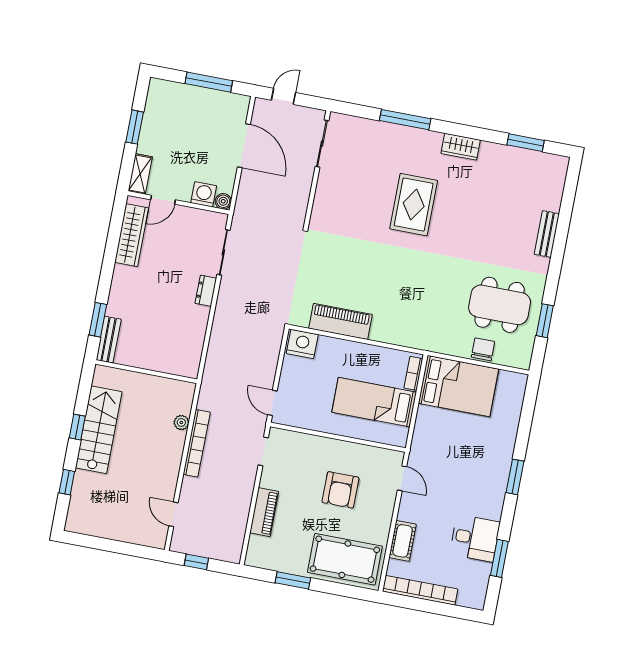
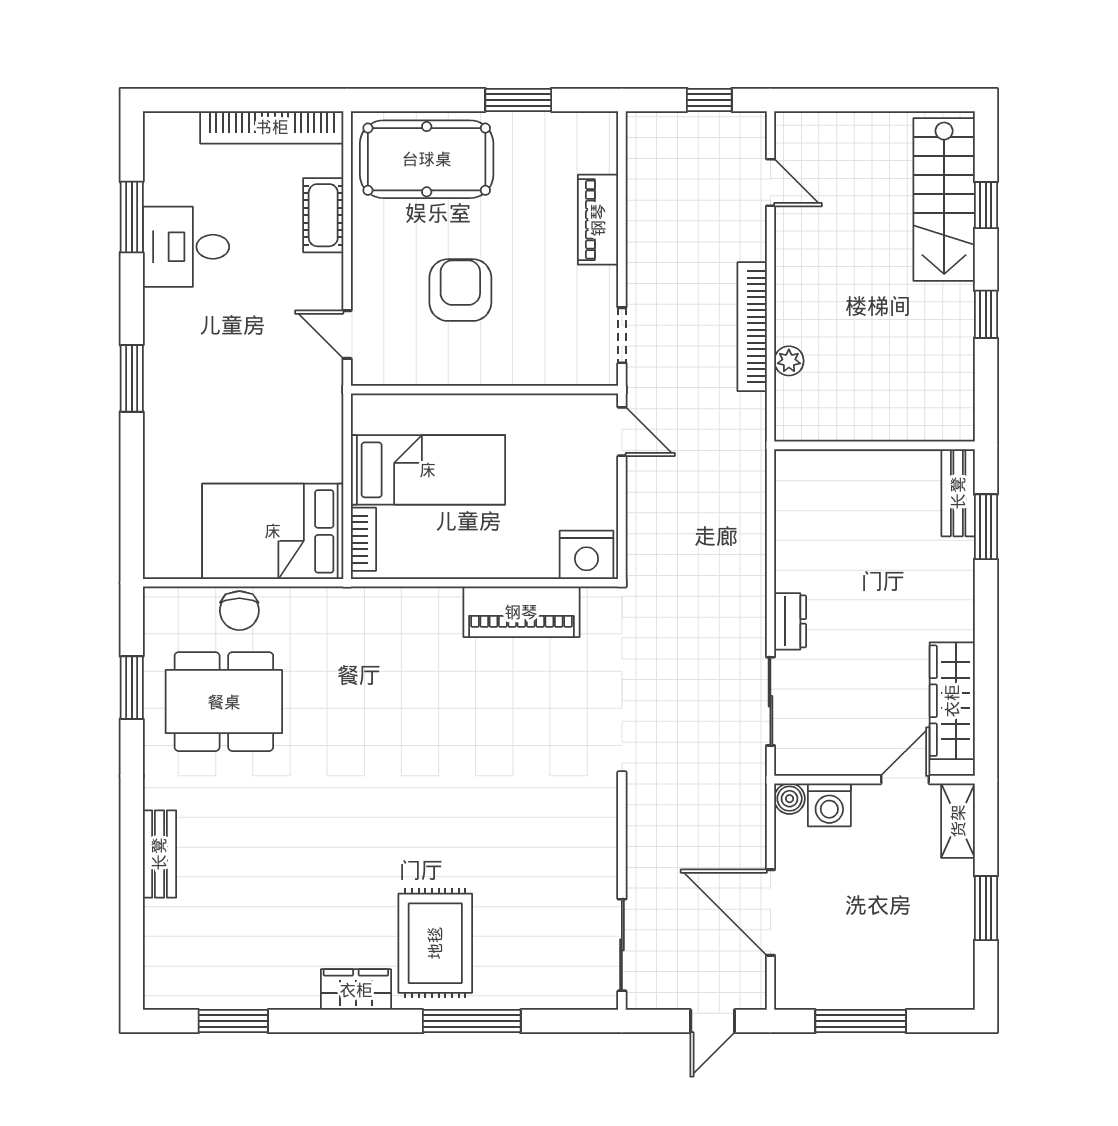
rug: (414, 205) -> (435, 943), moved
stairs: (99, 430) -> (944, 199), moved

